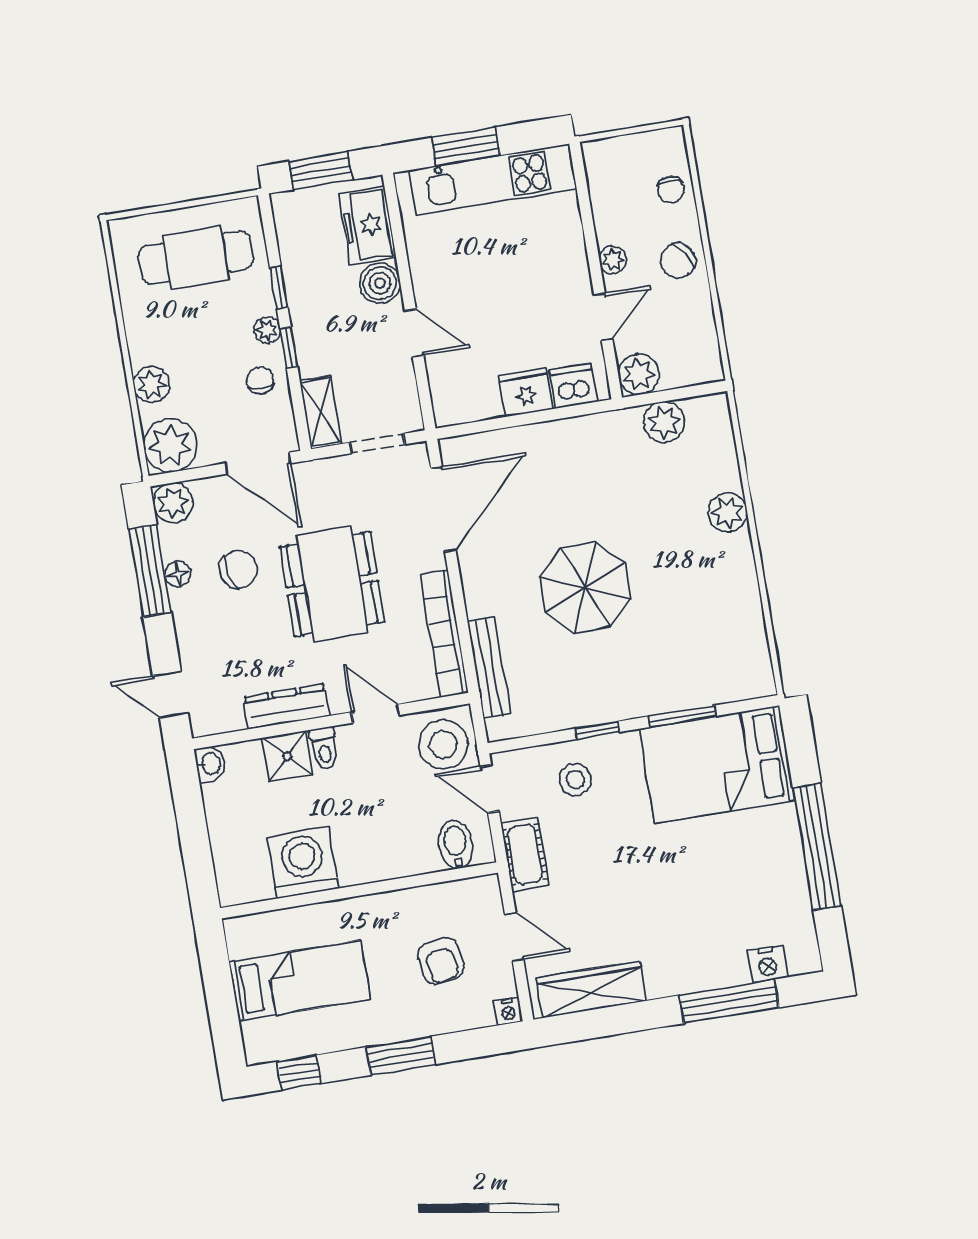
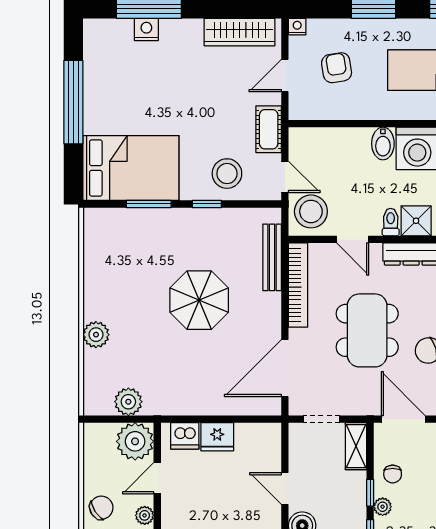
plant: (639, 374) -> (135, 441), width x1.36, depth x1.36
stool: (575, 780) -> (227, 174), width x1.38, depth x1.38
bidet: (456, 845) -> (383, 143), moved
door: (514, 937) -> (285, 76), hinge flipped
nightstand: (768, 964) -> (146, 29), moved

